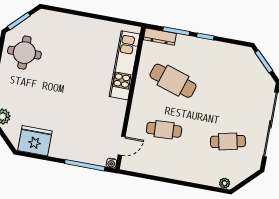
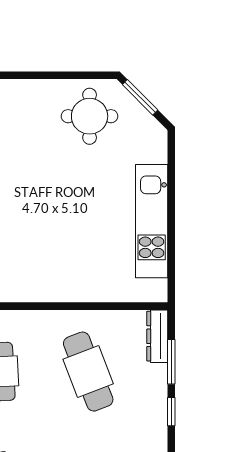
kitchen unit: (125, 65) -> (152, 221), moved, turned -90
cafe table: (173, 81) -> (88, 372), turned -39

